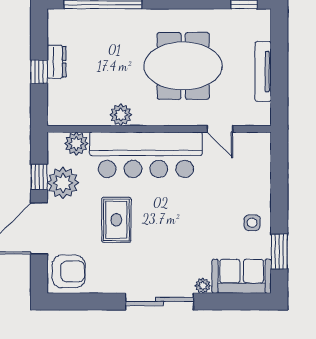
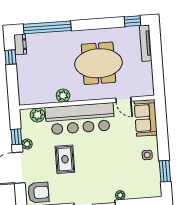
dresser: (57, 62) -> (20, 44), moved
tv unit: (263, 71) -> (146, 43), moved
window: (39, 72) -> (11, 57), moved
plant: (63, 183) -> (27, 144), width x0.53, depth x0.53
sofa: (242, 276) -> (146, 118), moved, turned -90

